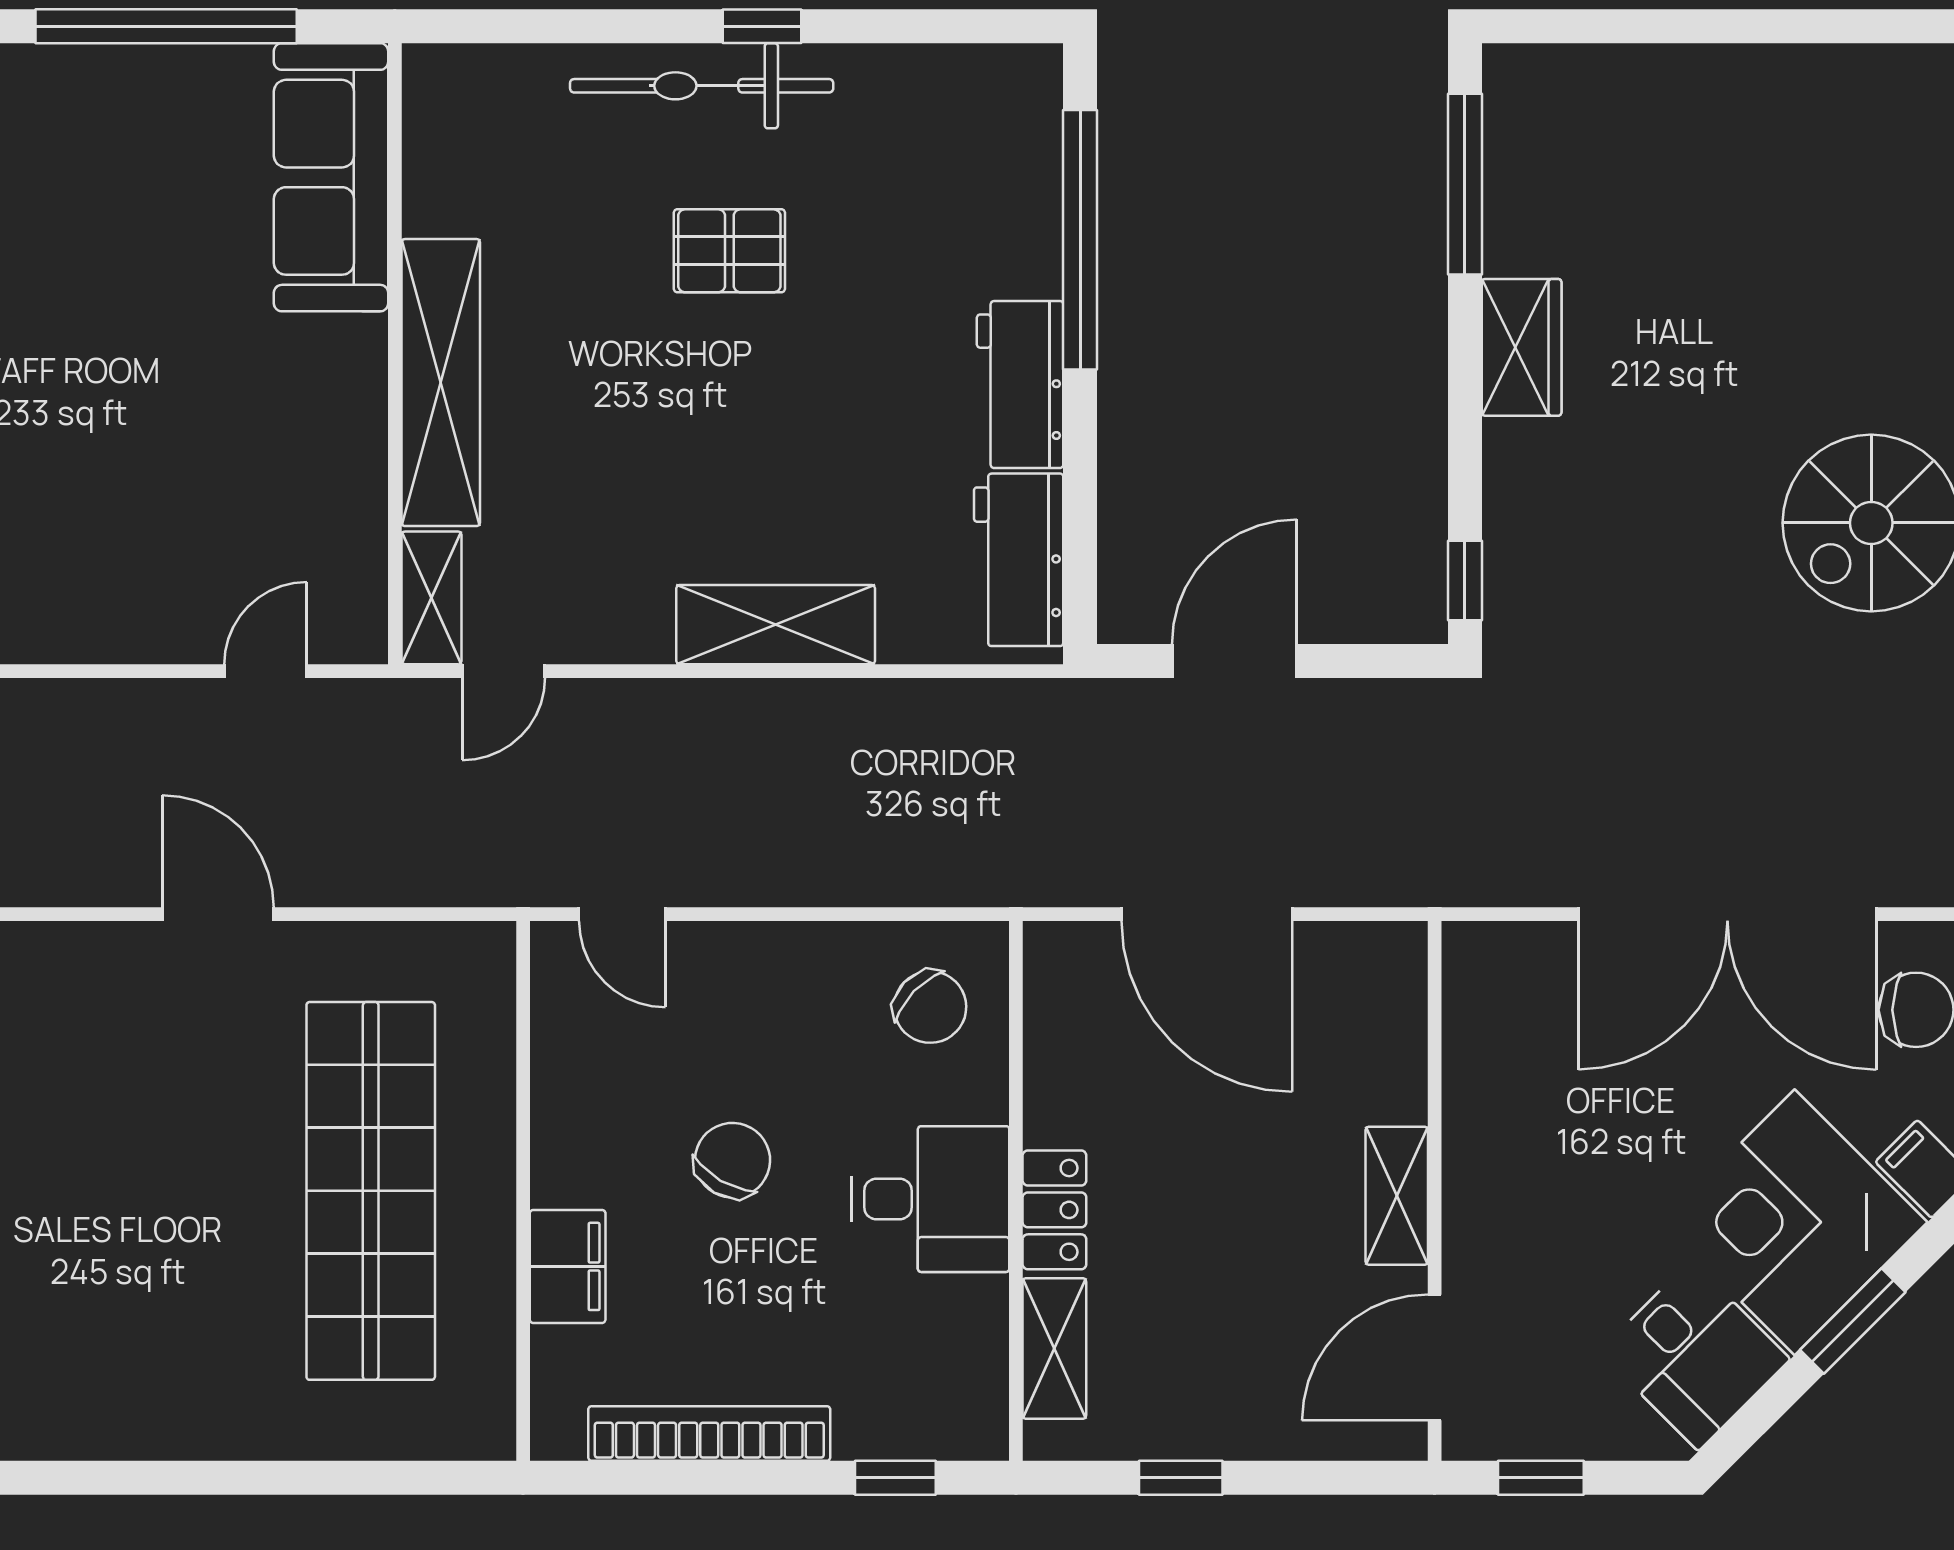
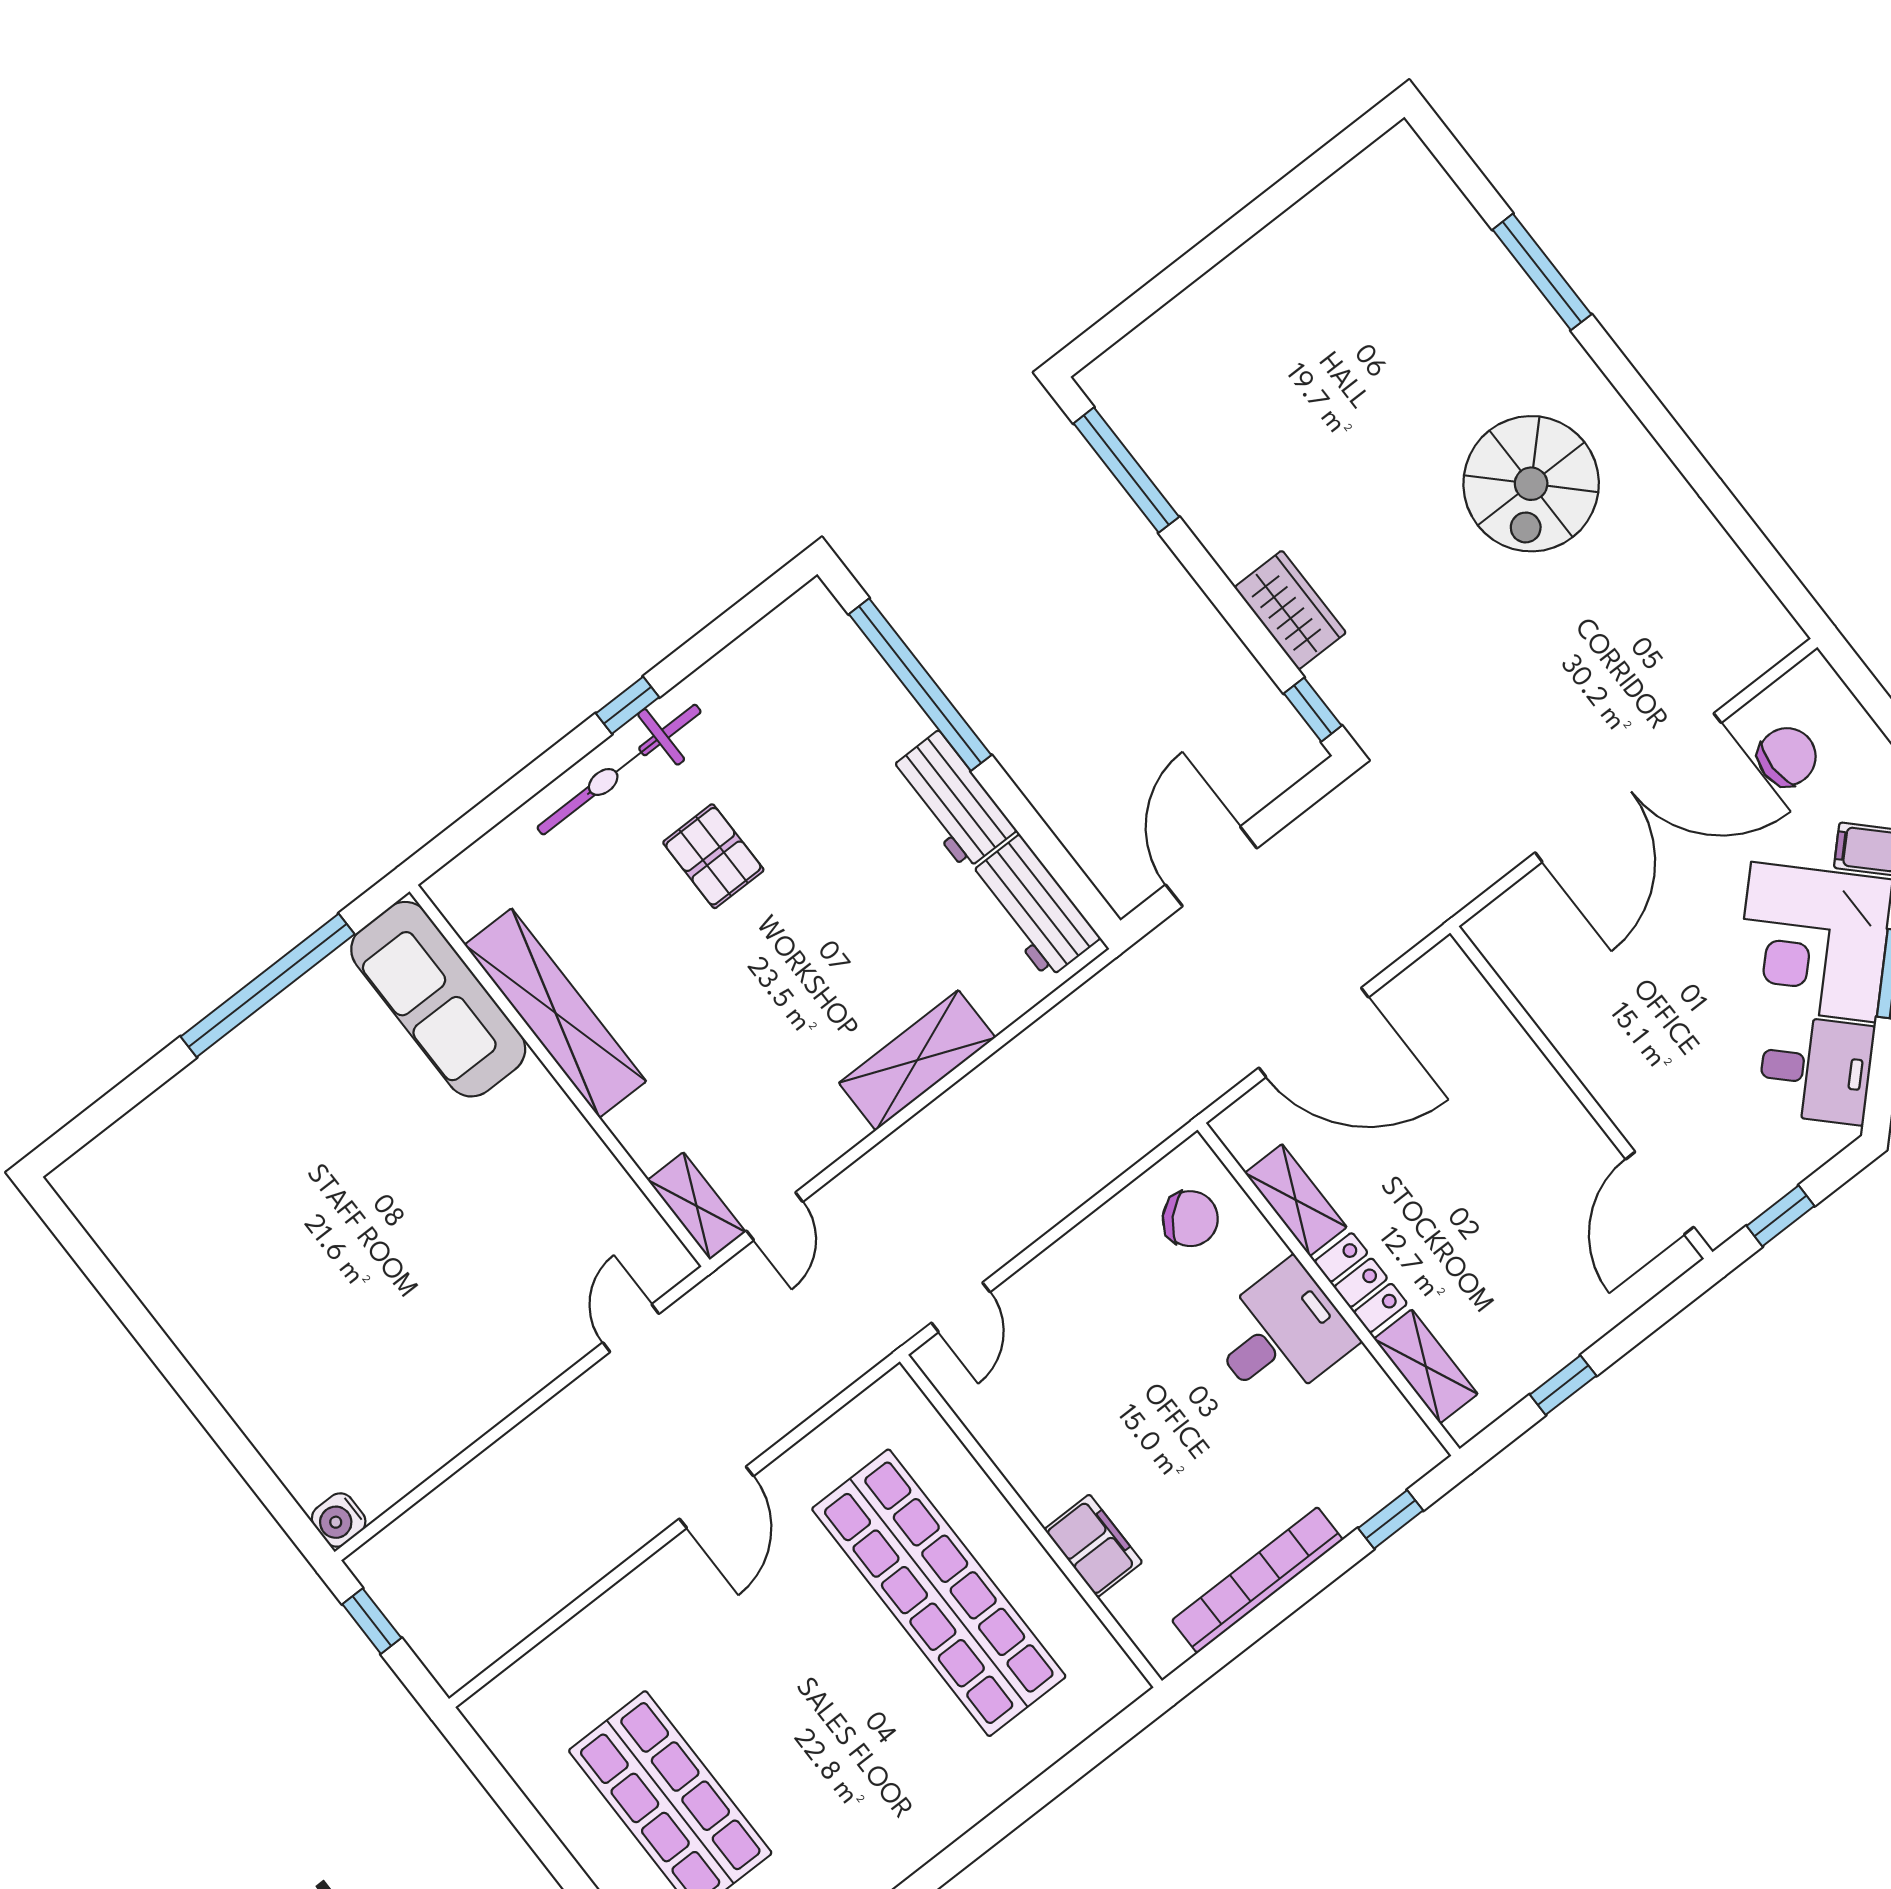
pallet: (729, 251) -> (713, 856), turned 90
wardrobe: (1522, 347) -> (1290, 610), moved
shelving: (441, 383) -> (555, 1013), moved
door: (218, 914) -> (716, 1497), swing flipped
door: (622, 914) -> (961, 1307), hinge flipped
chair: (733, 1160) -> (1143, 1404), removed
shelving: (1397, 1196) -> (1296, 1200), moved

